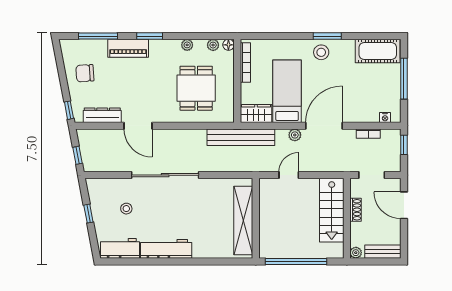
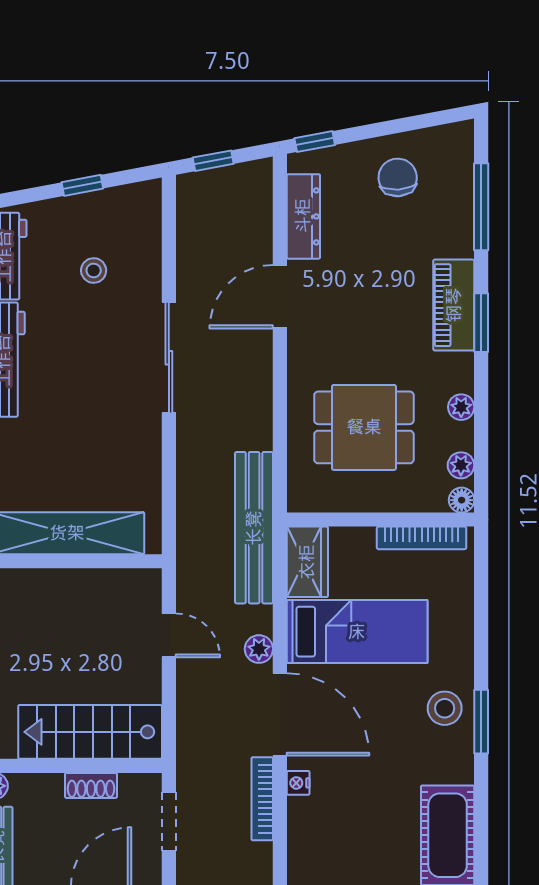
piano: (128, 48) -> (454, 305), moved
nightstand: (385, 118) -> (298, 783), moved
bookcase: (368, 134) -> (262, 799), width x1.56
sliding door: (165, 175) -> (169, 358), width x0.73

